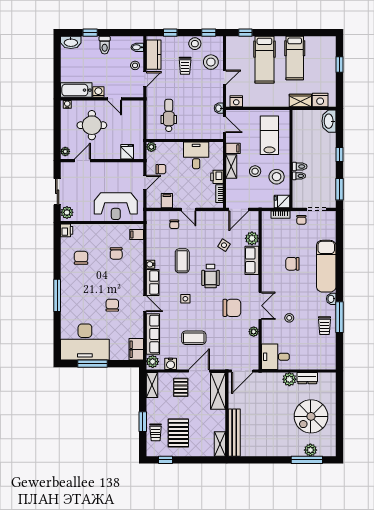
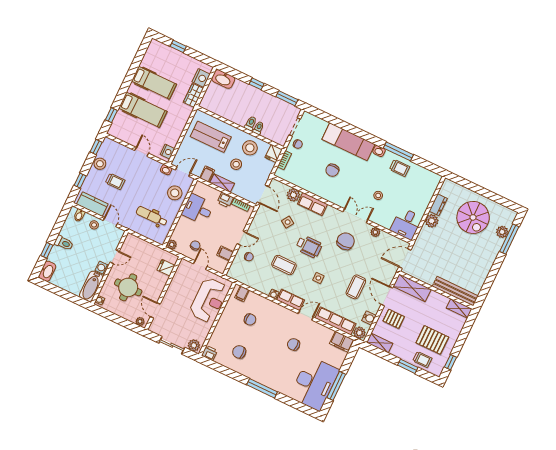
stool: (211, 62) -> (175, 193), moved
door: (242, 371) -> (405, 258), swing flipped

